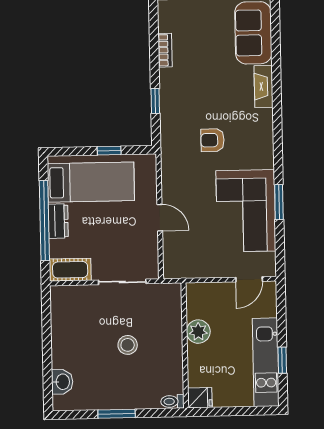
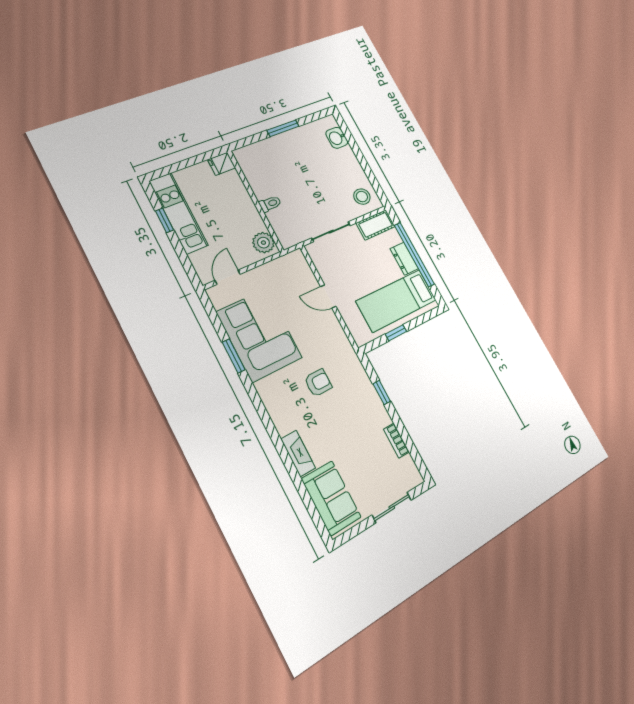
plant: (198, 332) -> (263, 243), moved
stool: (128, 345) -> (362, 197), moved
toilet: (172, 401) -> (270, 204), moved

